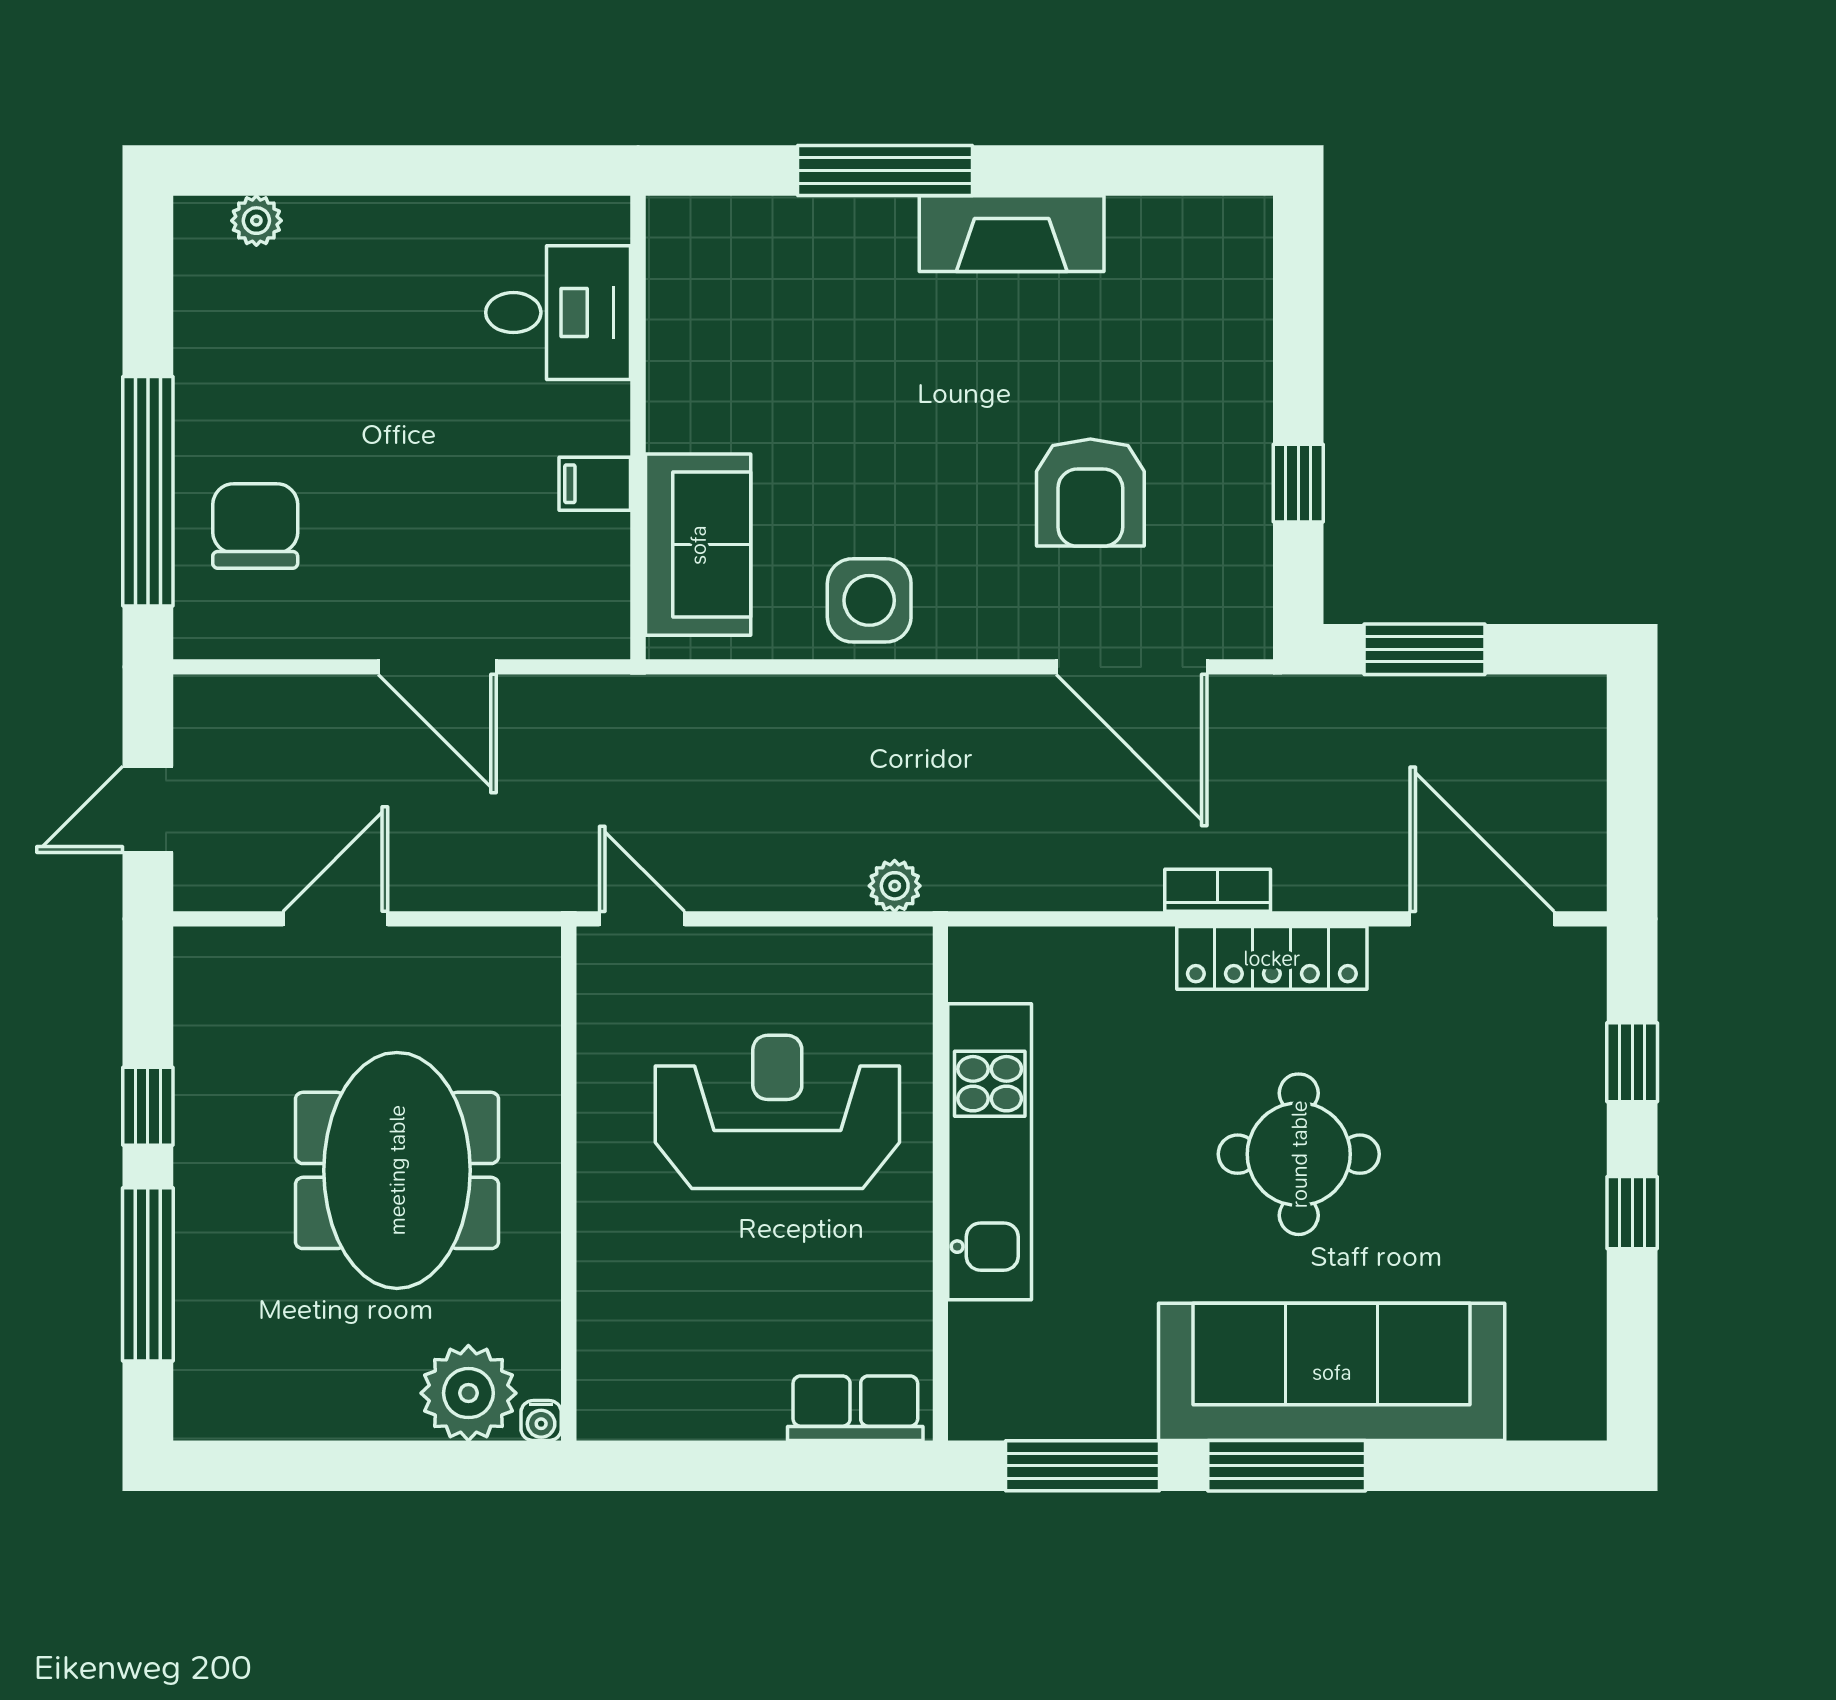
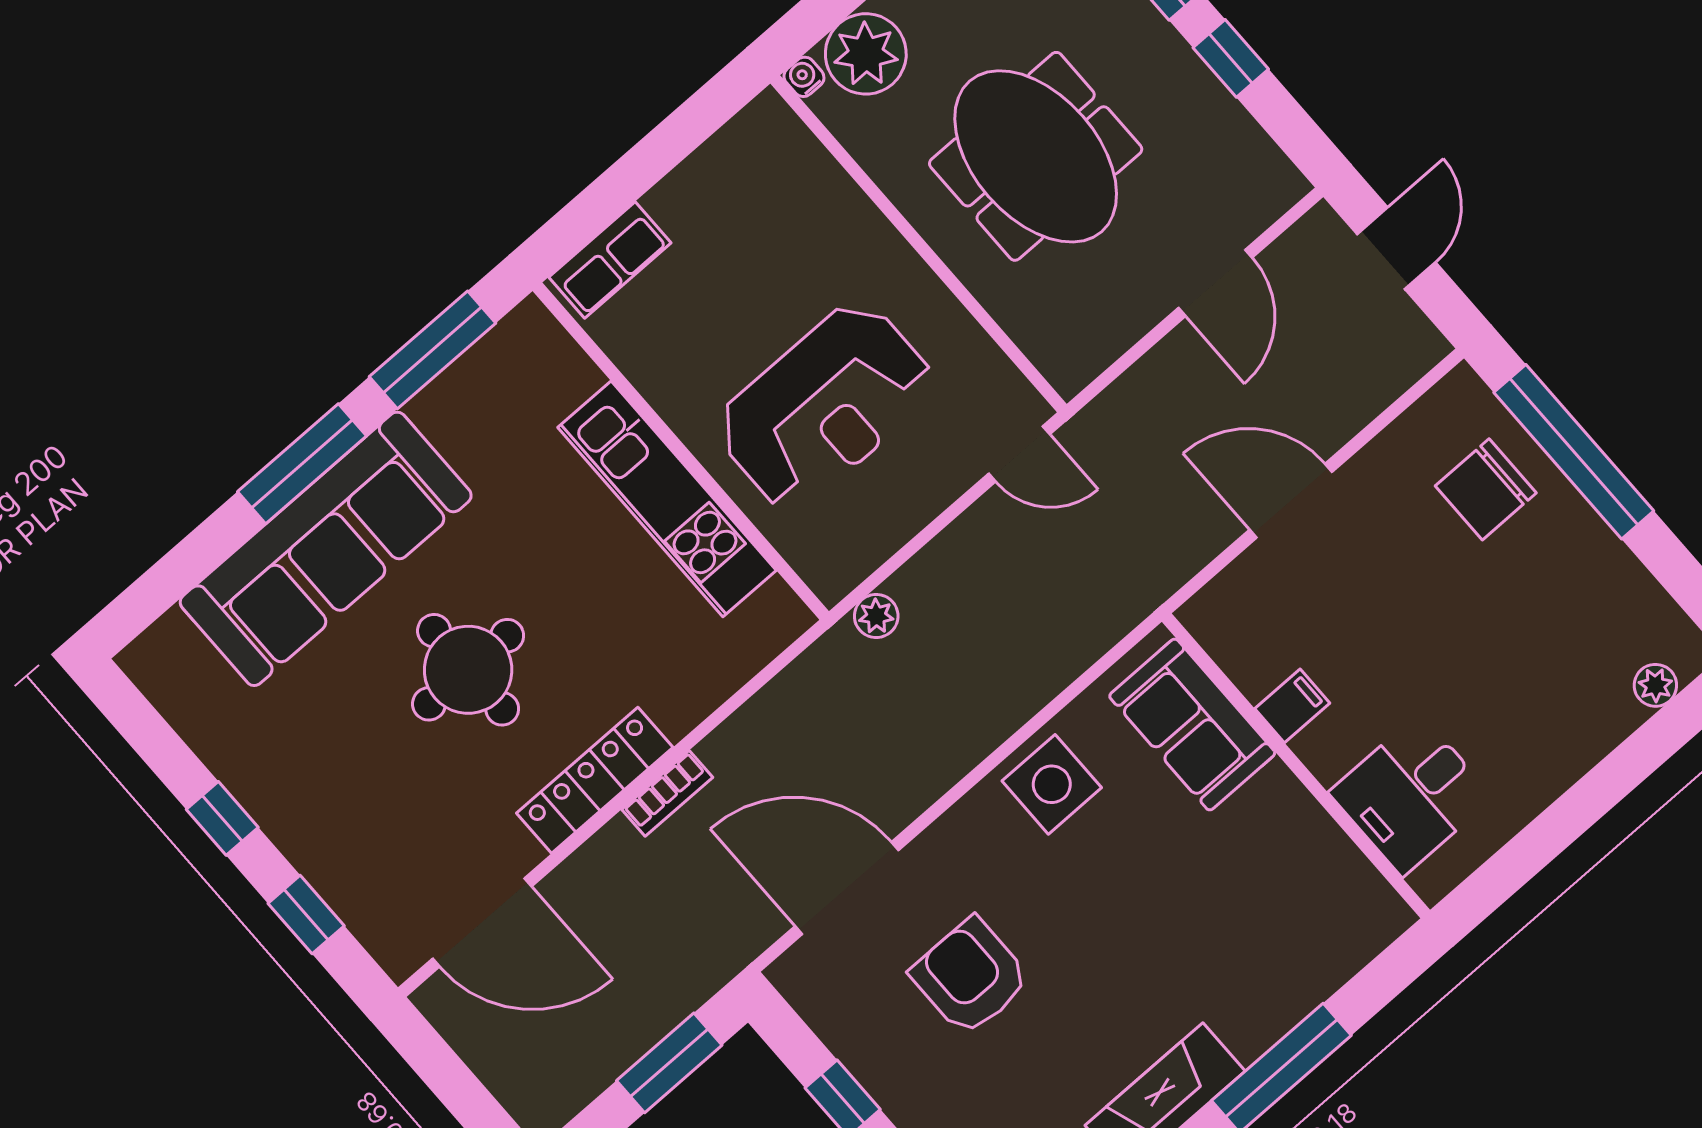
chair: (255, 526) -> (1486, 489), turned 90

